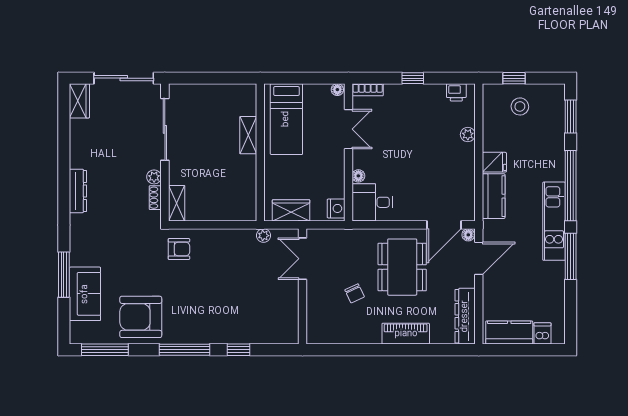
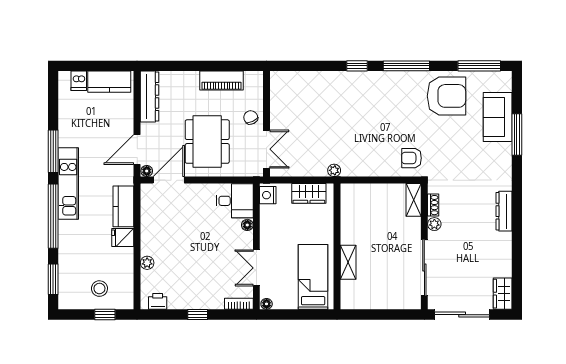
double door: (303, 259) -> (266, 149), moved
wall: (303, 286) -> (266, 124), moved
piano: (406, 334) -> (222, 81), moved

